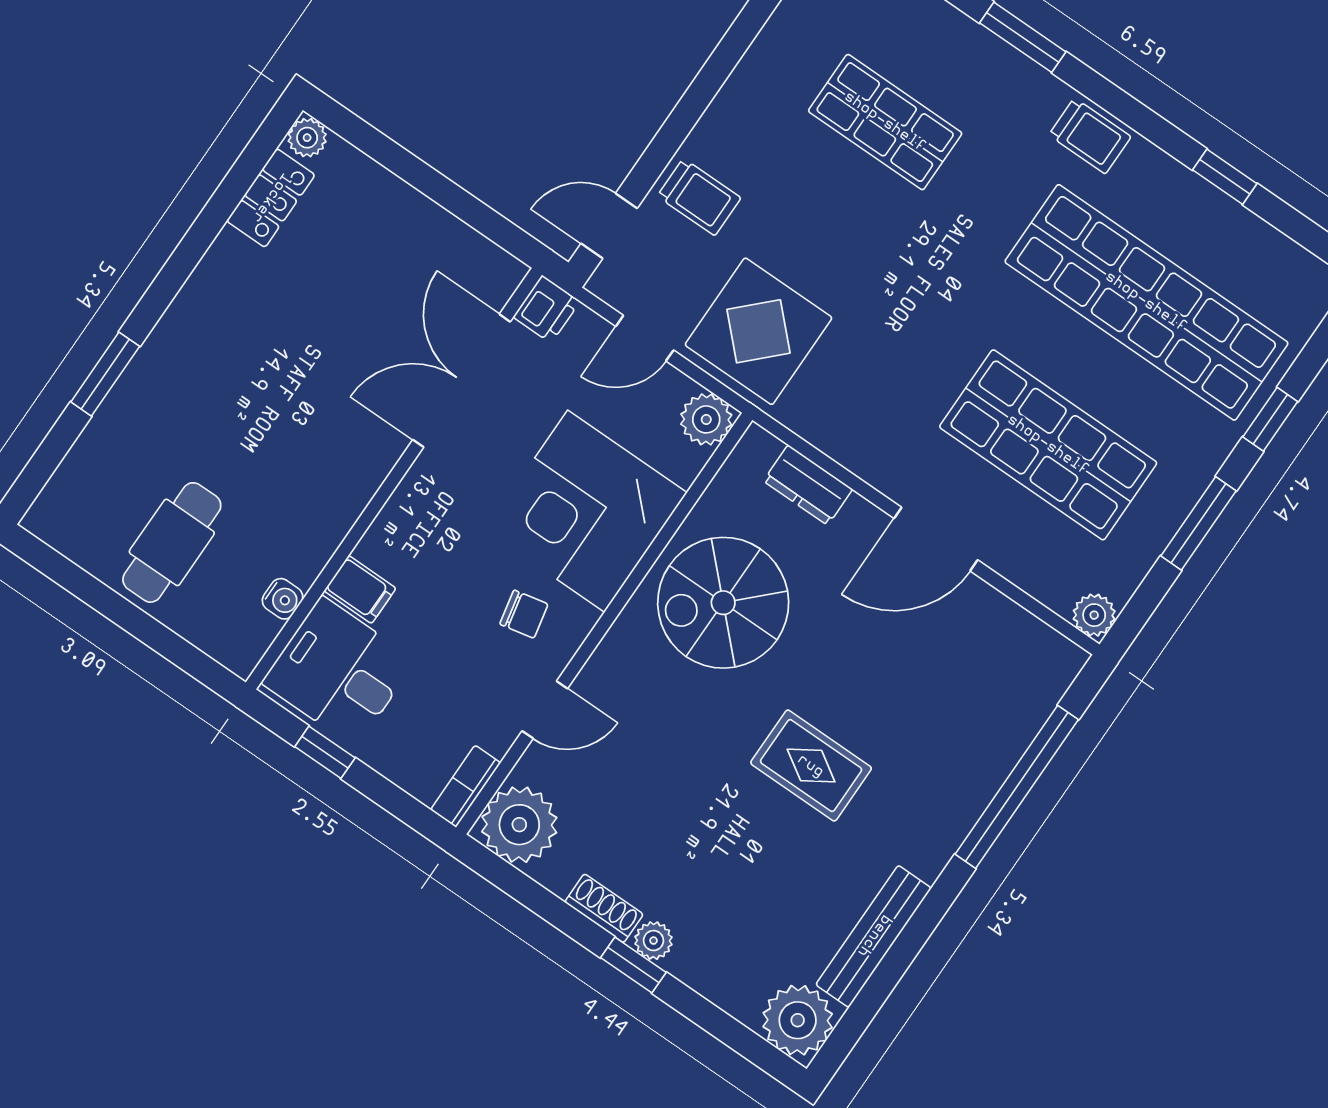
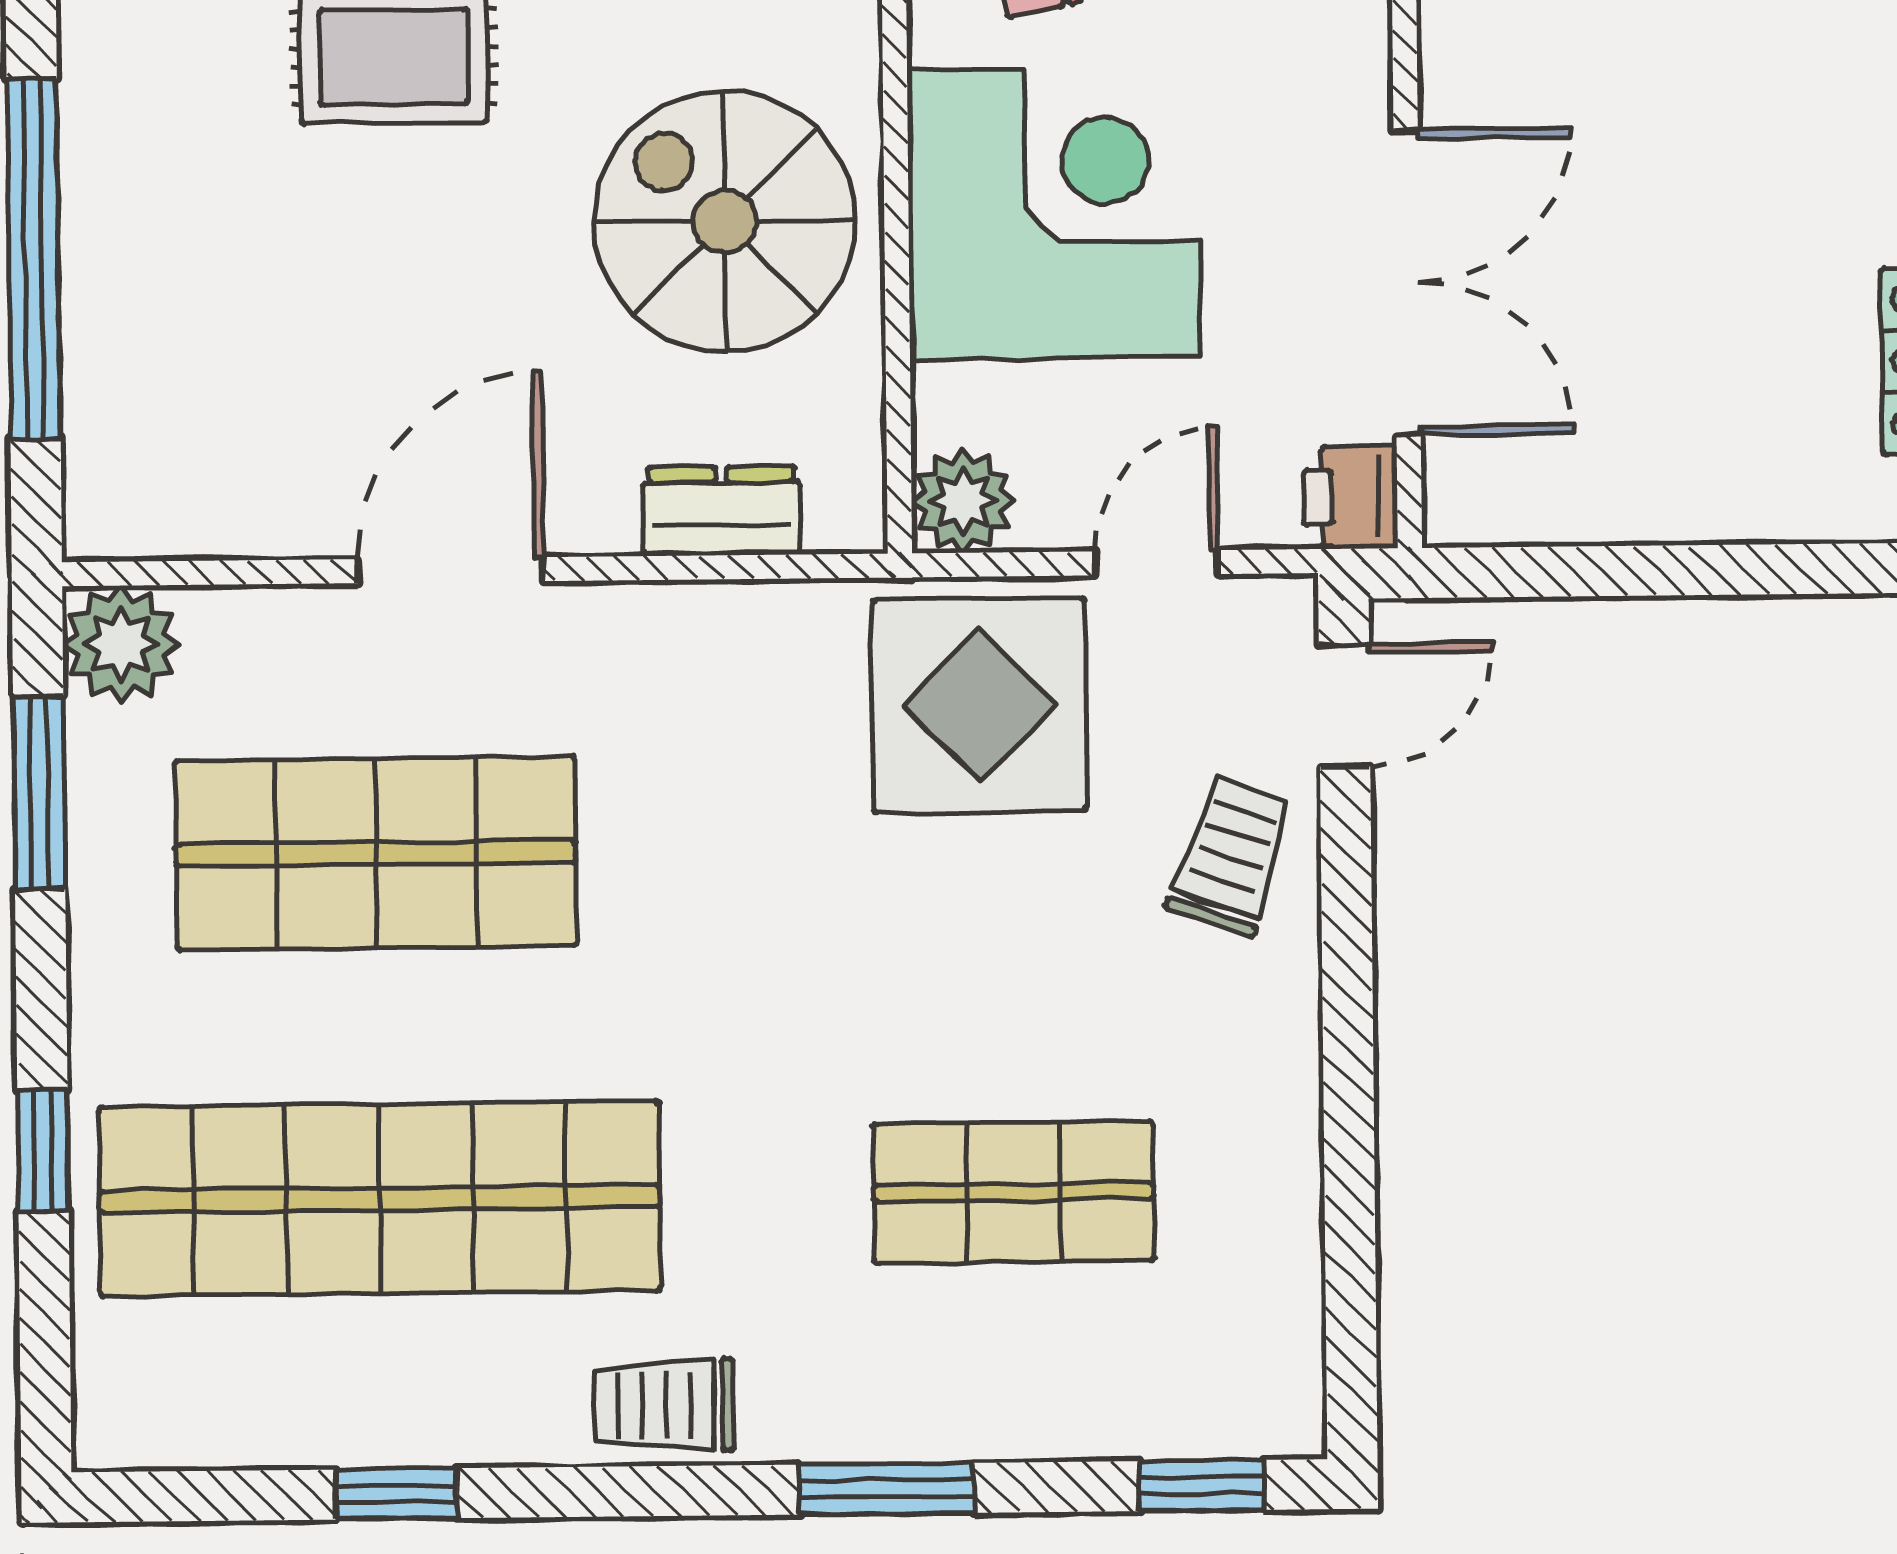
trolley: (699, 197) -> (1231, 856), turned 109
window: (1199, 523) -> (39, 792), moved
spiral stairs: (723, 603) -> (725, 221), turned -90
plant: (1094, 615) -> (121, 644), width x1.38, depth x1.38

